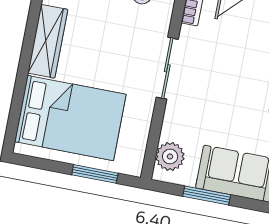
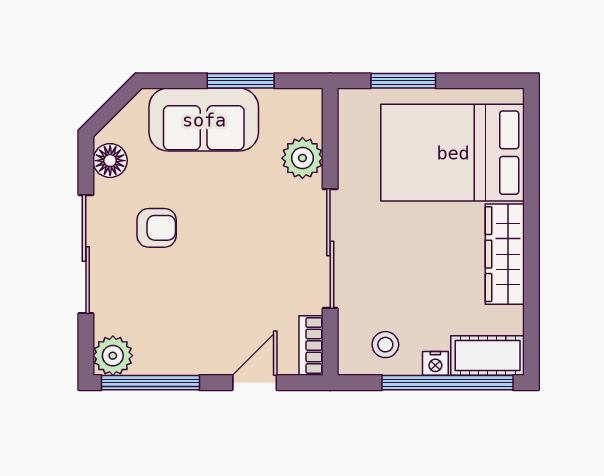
sliding door: (167, 68) -> (330, 249), width x1.37
plant: (170, 156) -> (302, 158), moved

